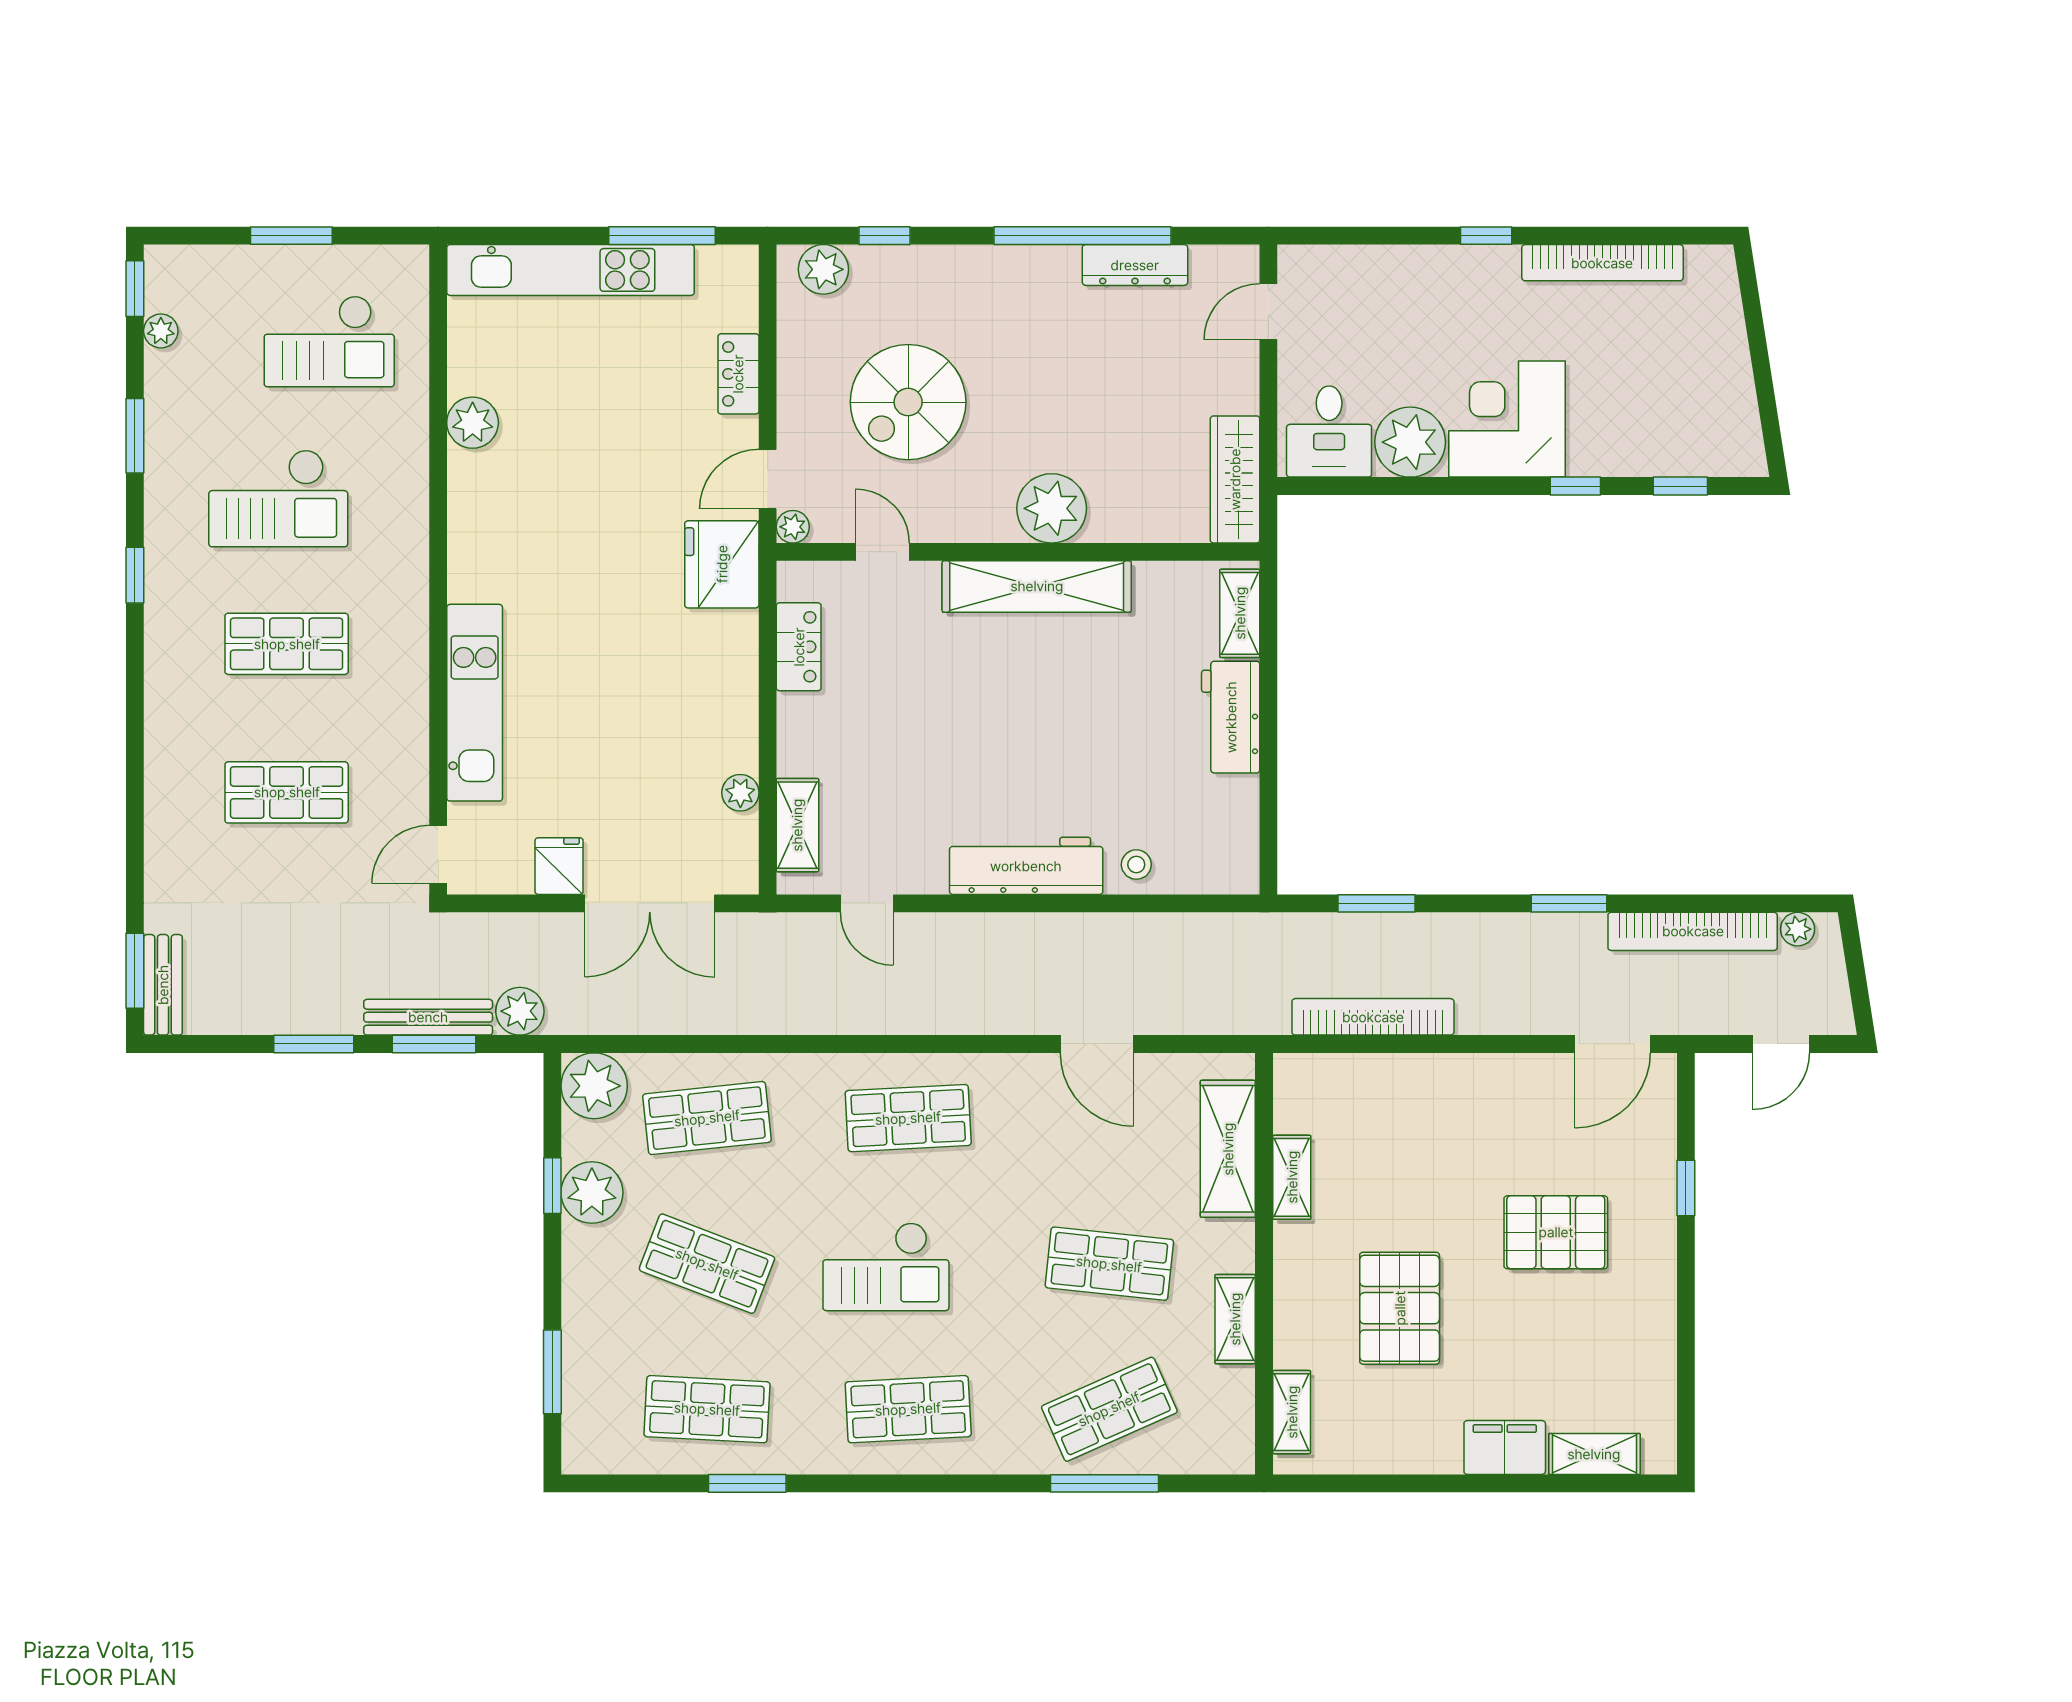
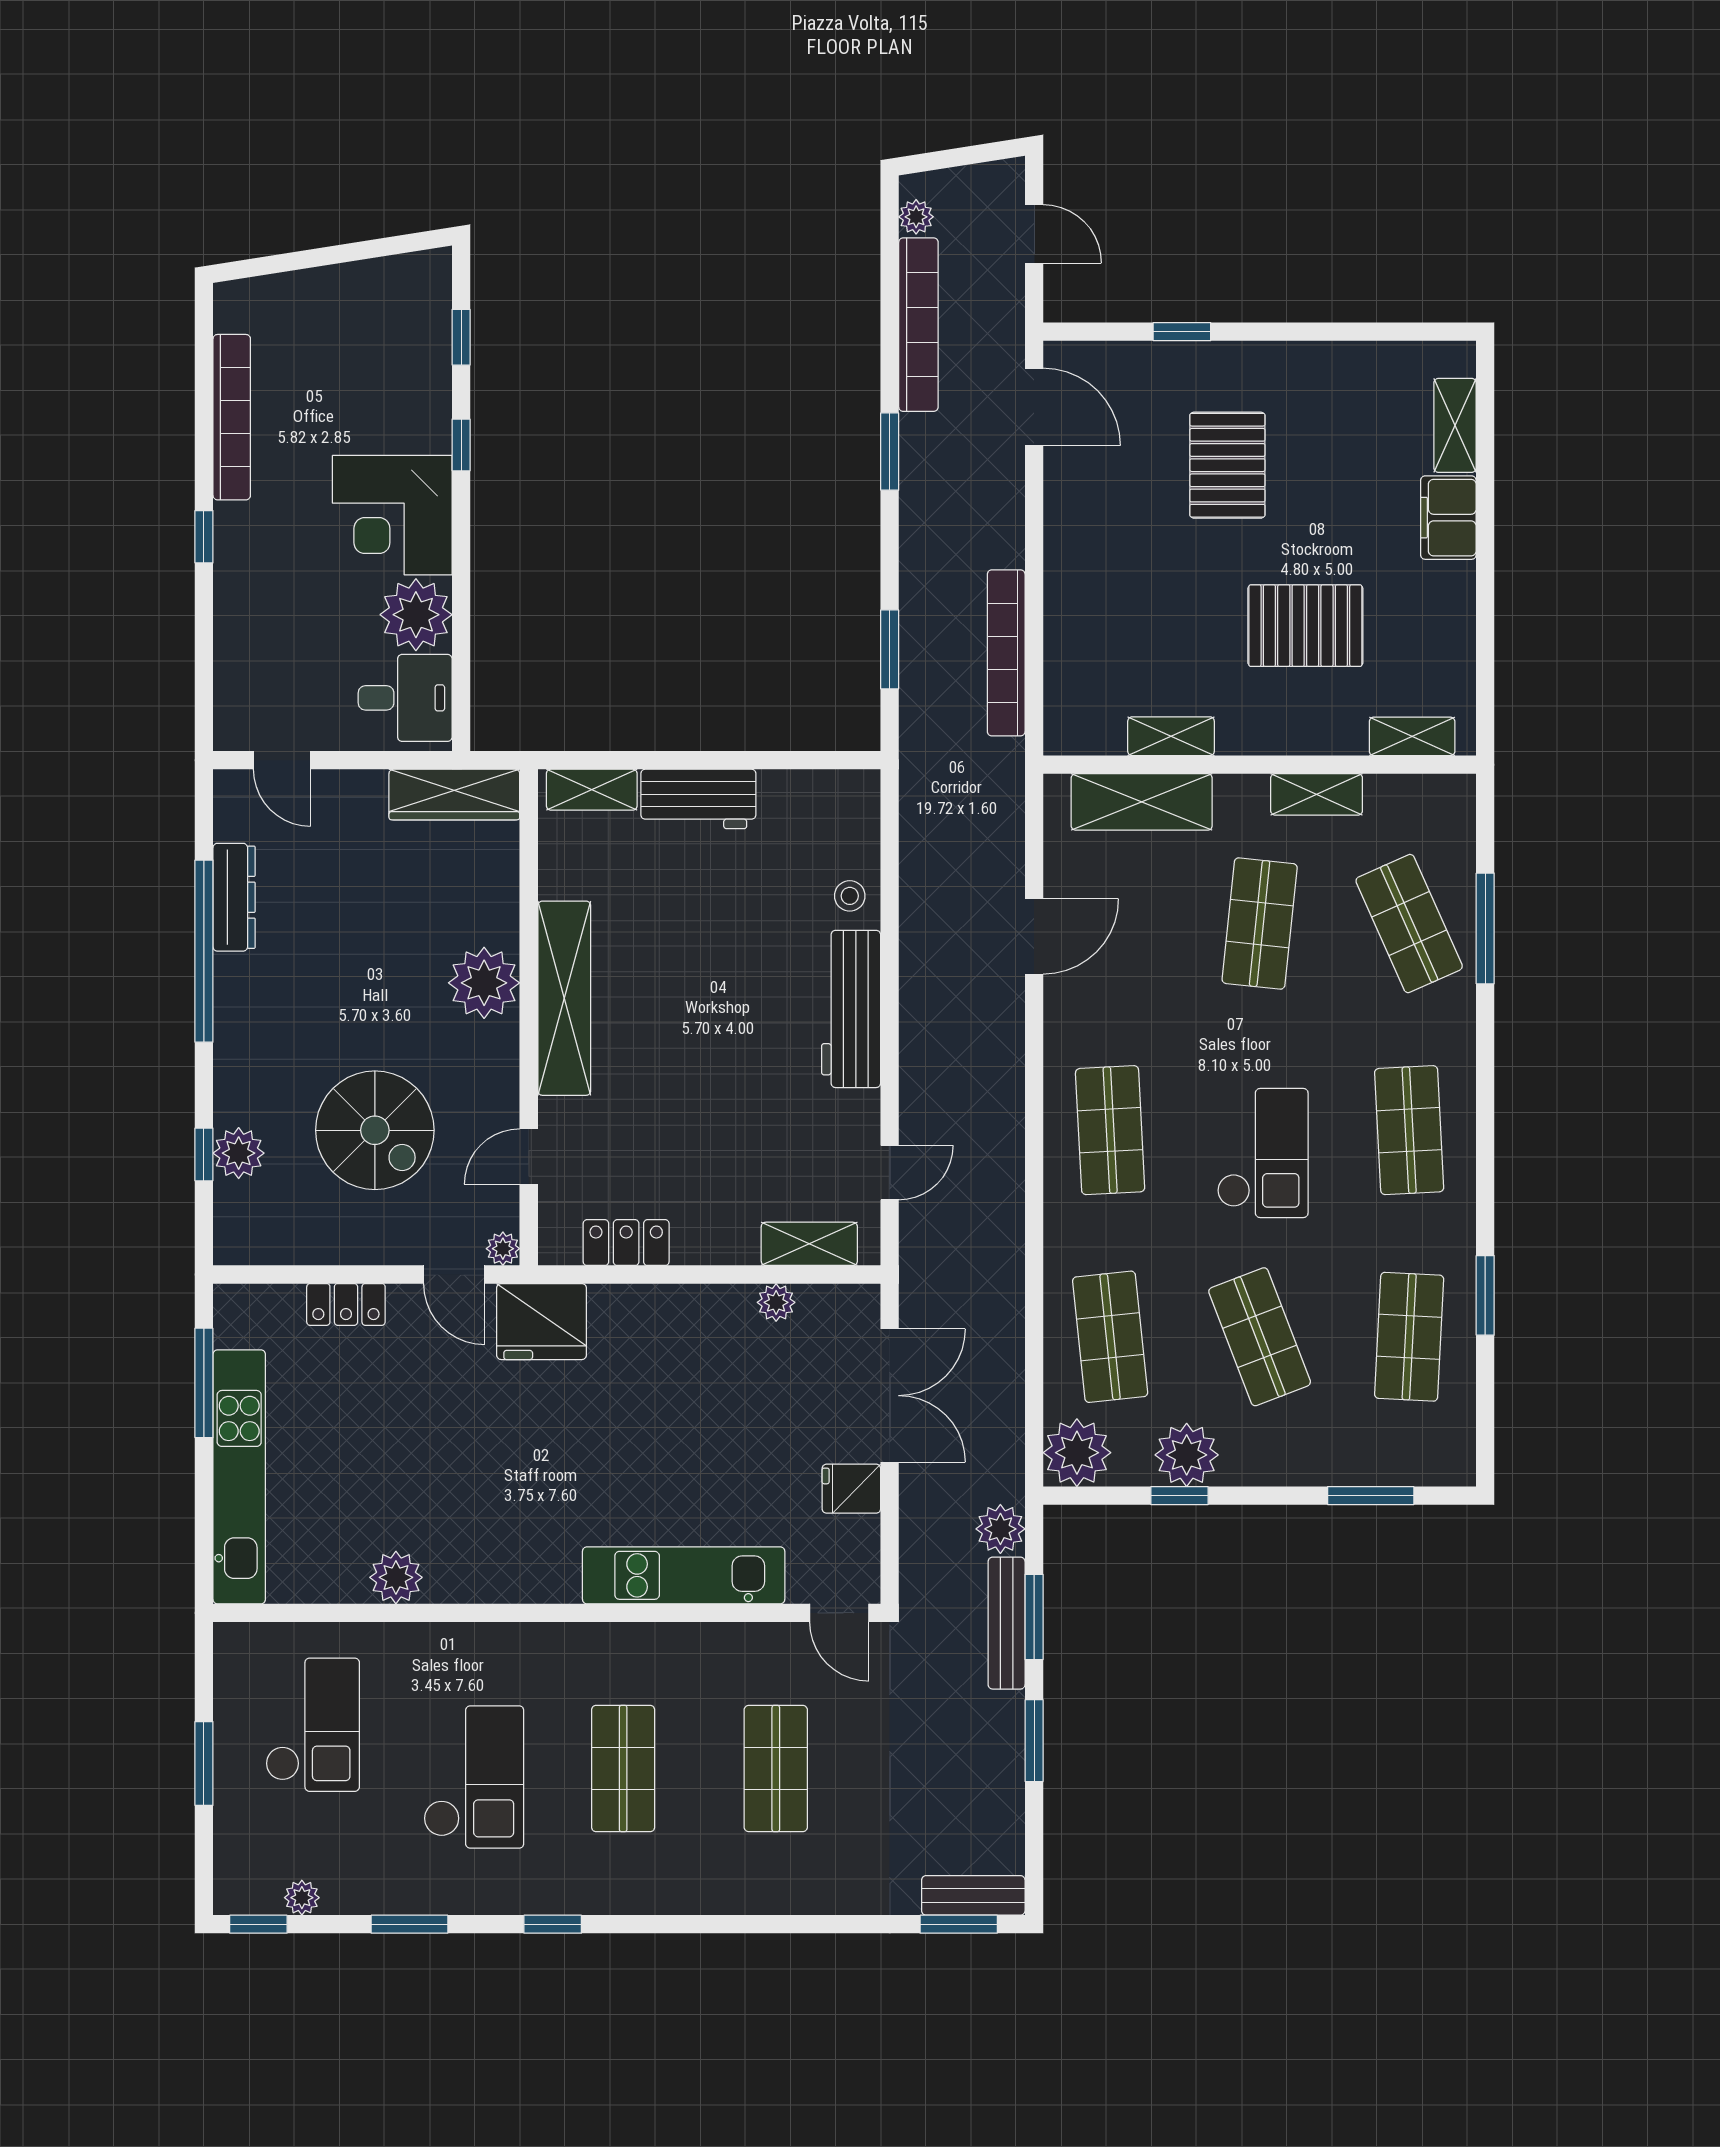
plant: (823, 269) -> (239, 1153), moved
shop shelf: (707, 1264) -> (1260, 1337), turned -42

